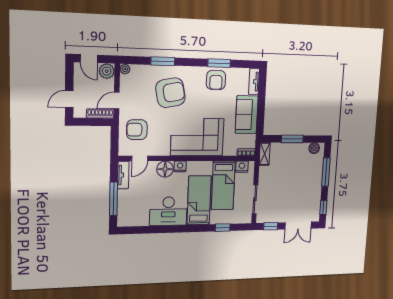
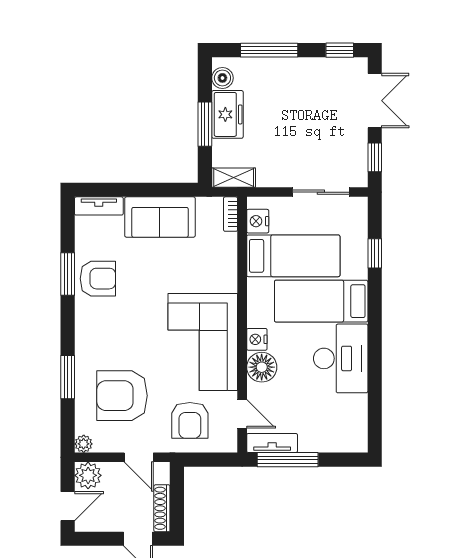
armchair: (170, 93) -> (122, 396), moved, turned -79
shoe rack: (100, 113) -> (162, 508), moved
corner sofa: (197, 137) -> (203, 342), moved
freezer: (296, 151) -> (227, 114), added
window: (113, 199) -> (288, 460), moved

